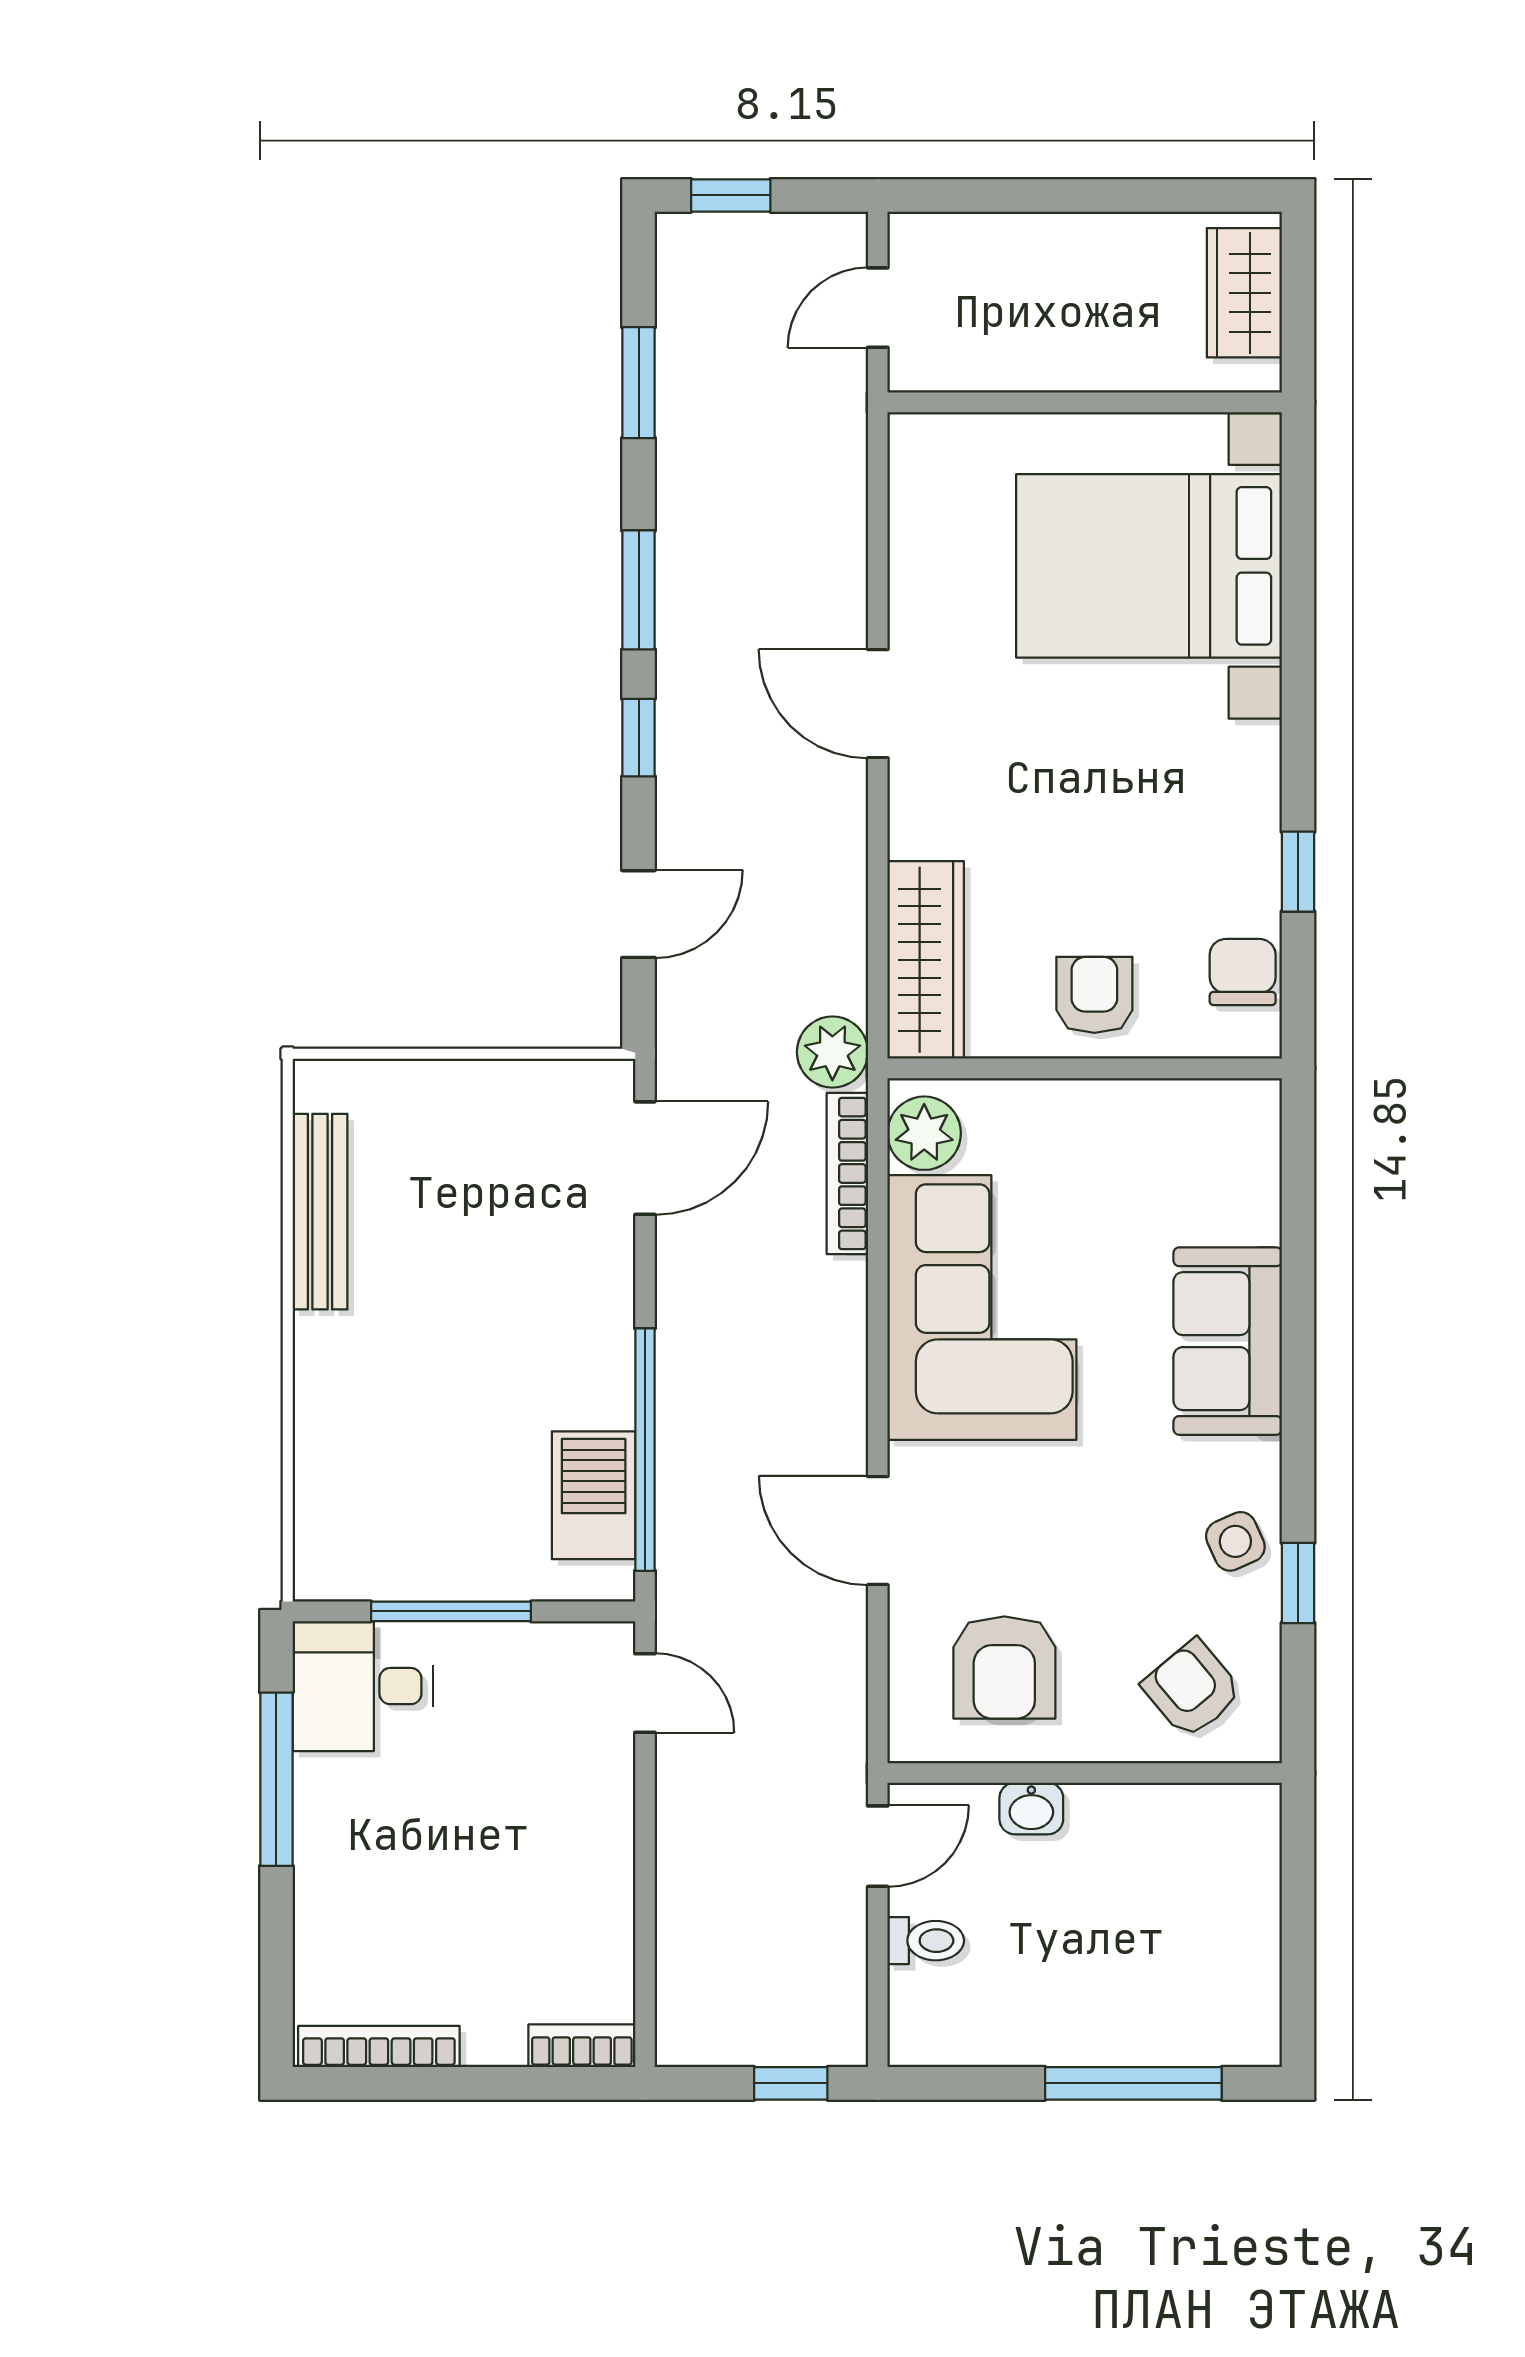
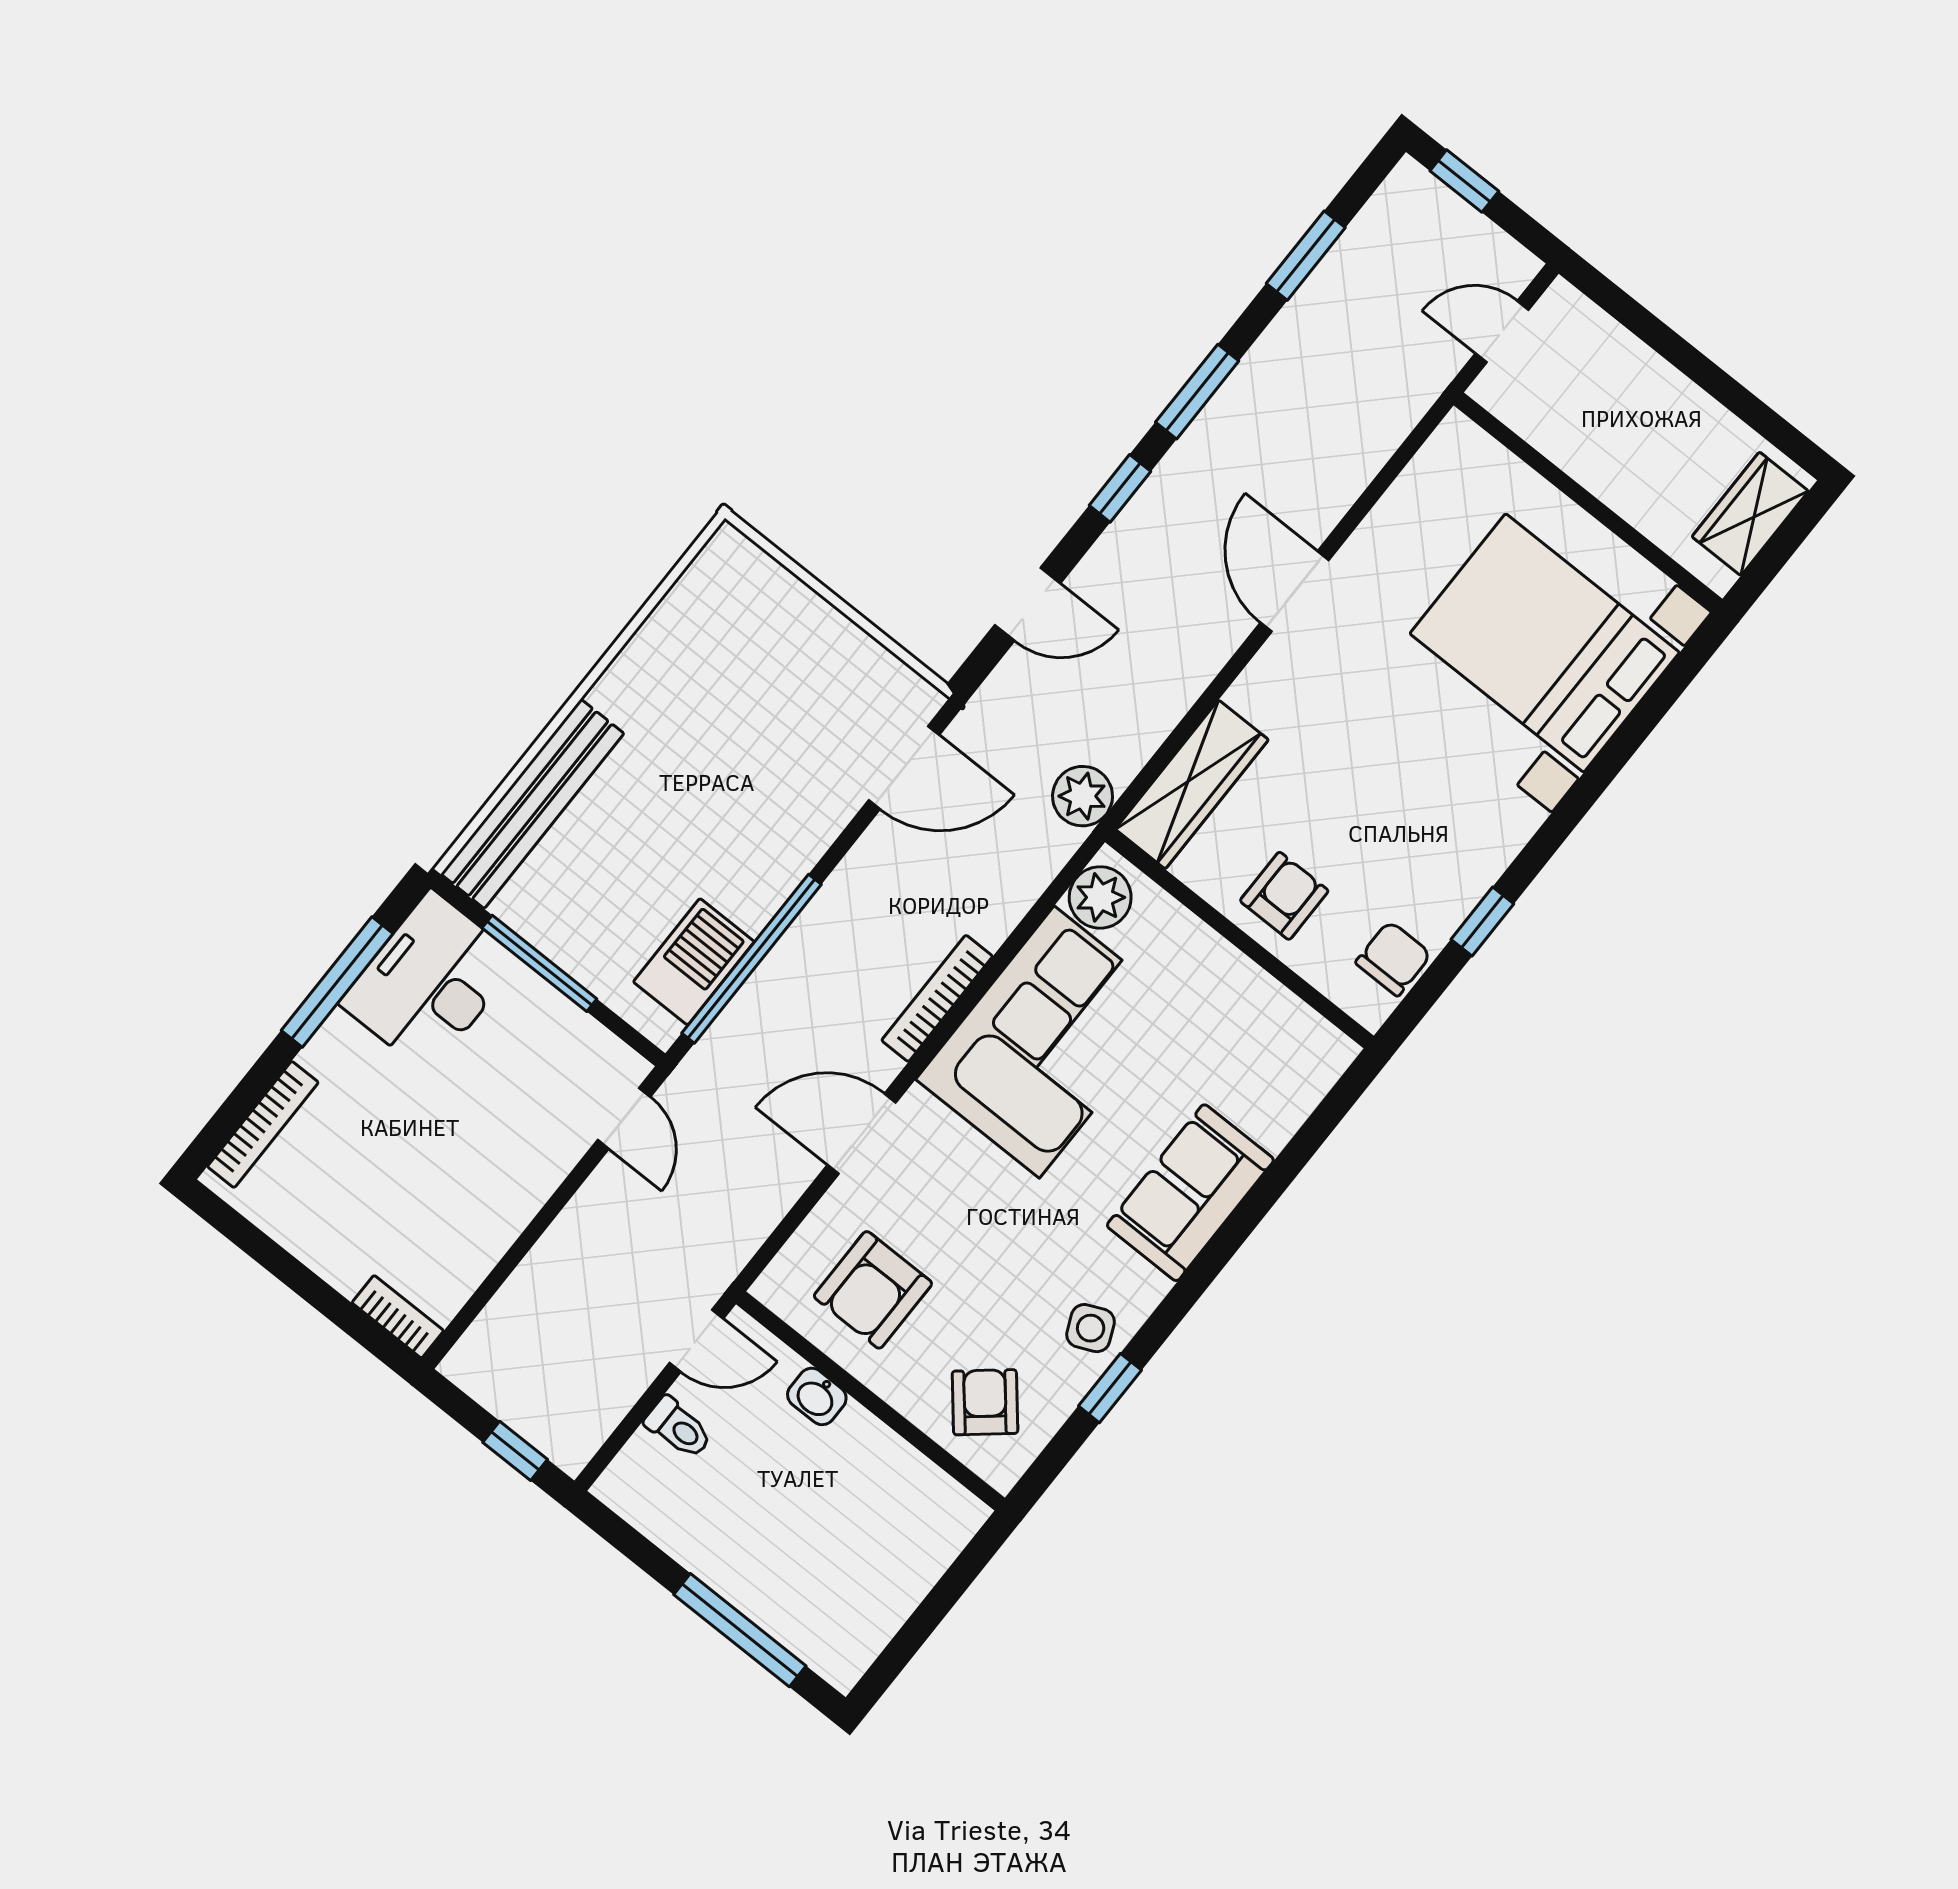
bookcase: (847, 1174) -> (937, 998), moved
bench: (320, 1212) -> (532, 804), moved, width x1.37, depth x1.21
door: (878, 1531) -> (862, 1134), hinge flipped
desk: (363, 1686) -> (430, 982), width x1.37
bookcase: (379, 2047) -> (263, 1124), moved, turned 90

